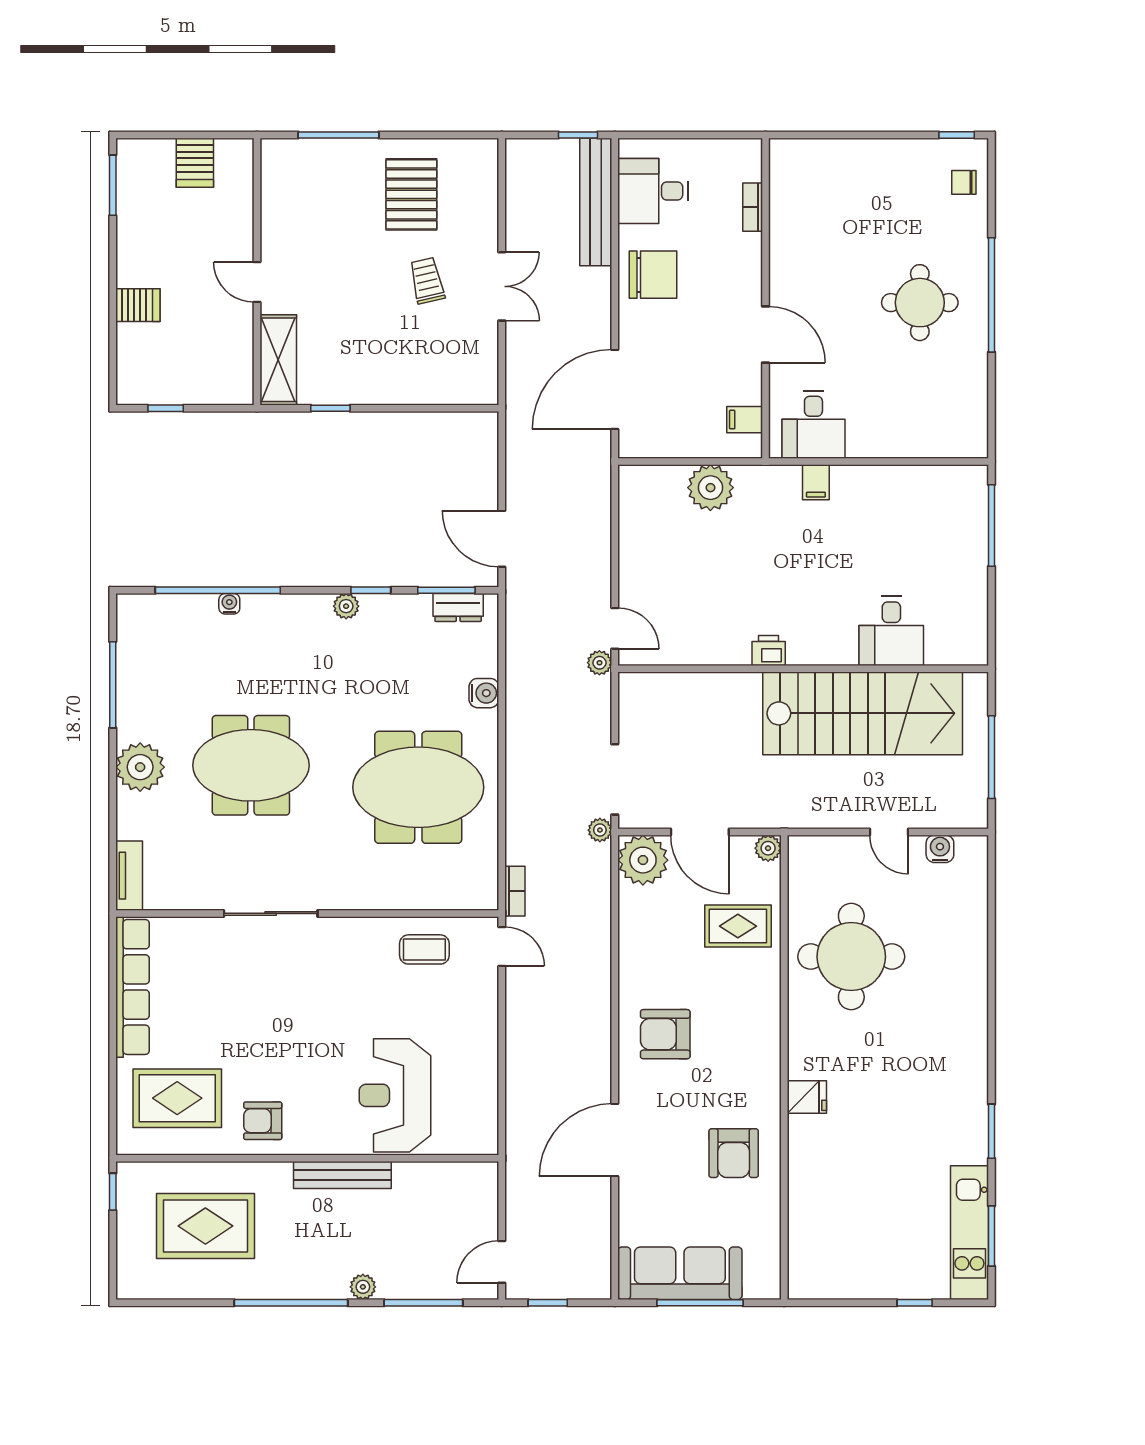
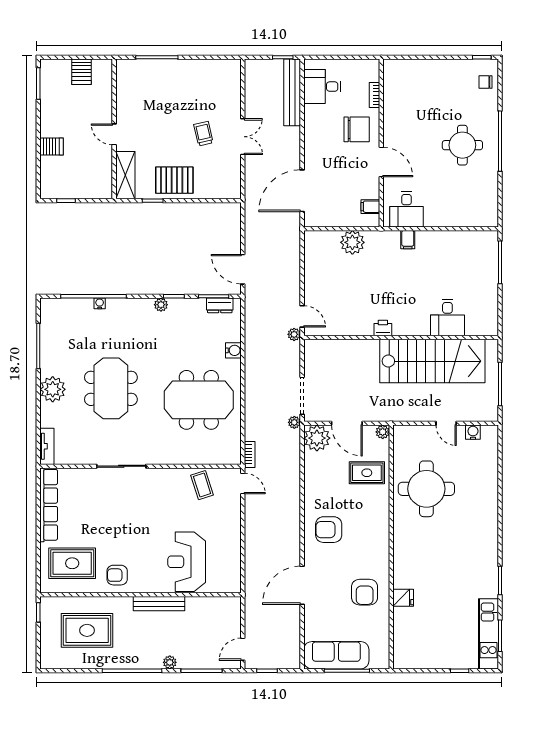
pallet: (411, 194) -> (174, 180), moved, turned 90
chair: (653, 275) -> (357, 129), moved
meeting table: (251, 765) -> (111, 388), turned 90
coffee table: (424, 949) -> (202, 485), turned 72
fridge: (807, 1097) -> (403, 598), moved

